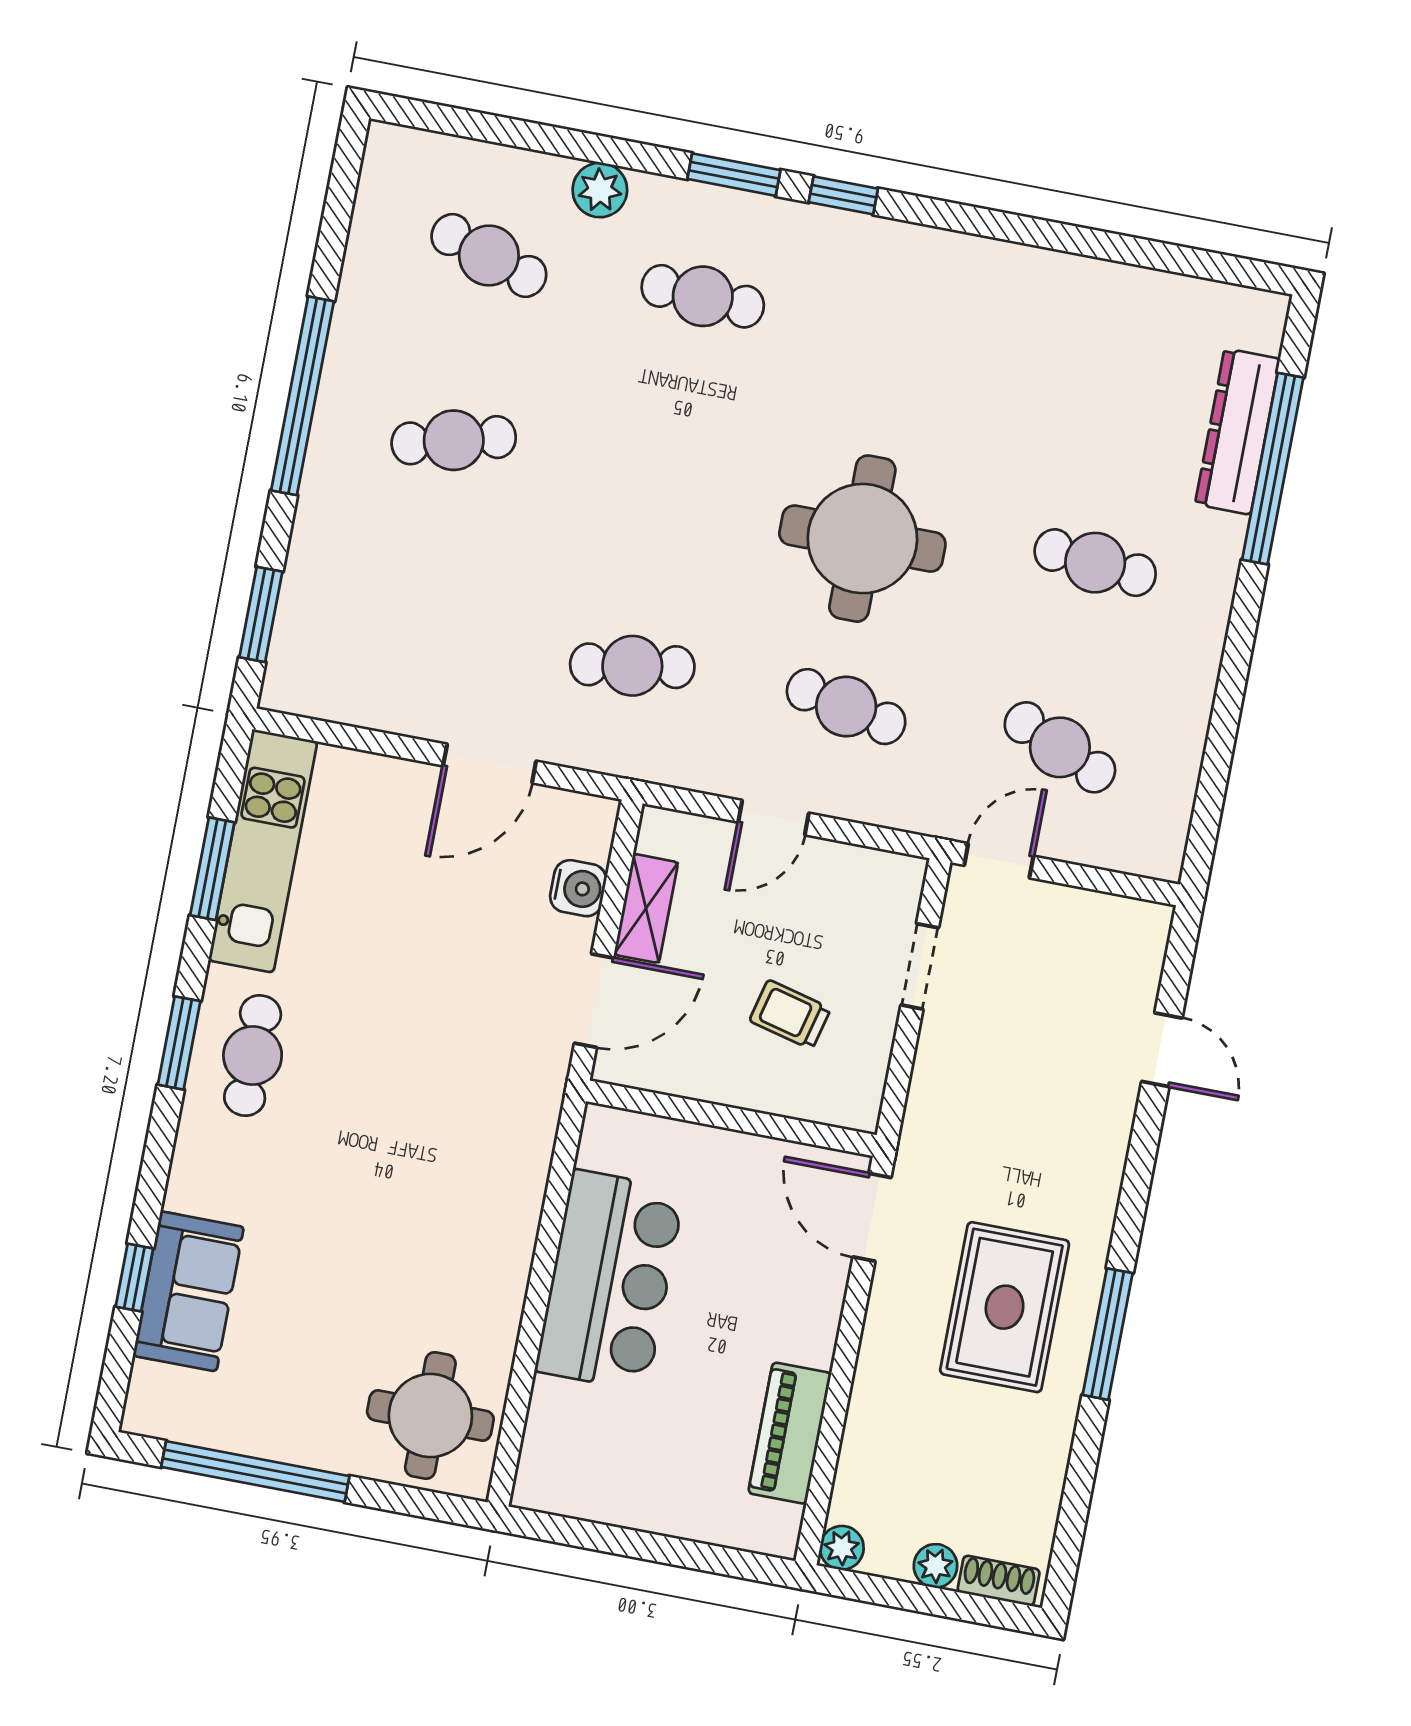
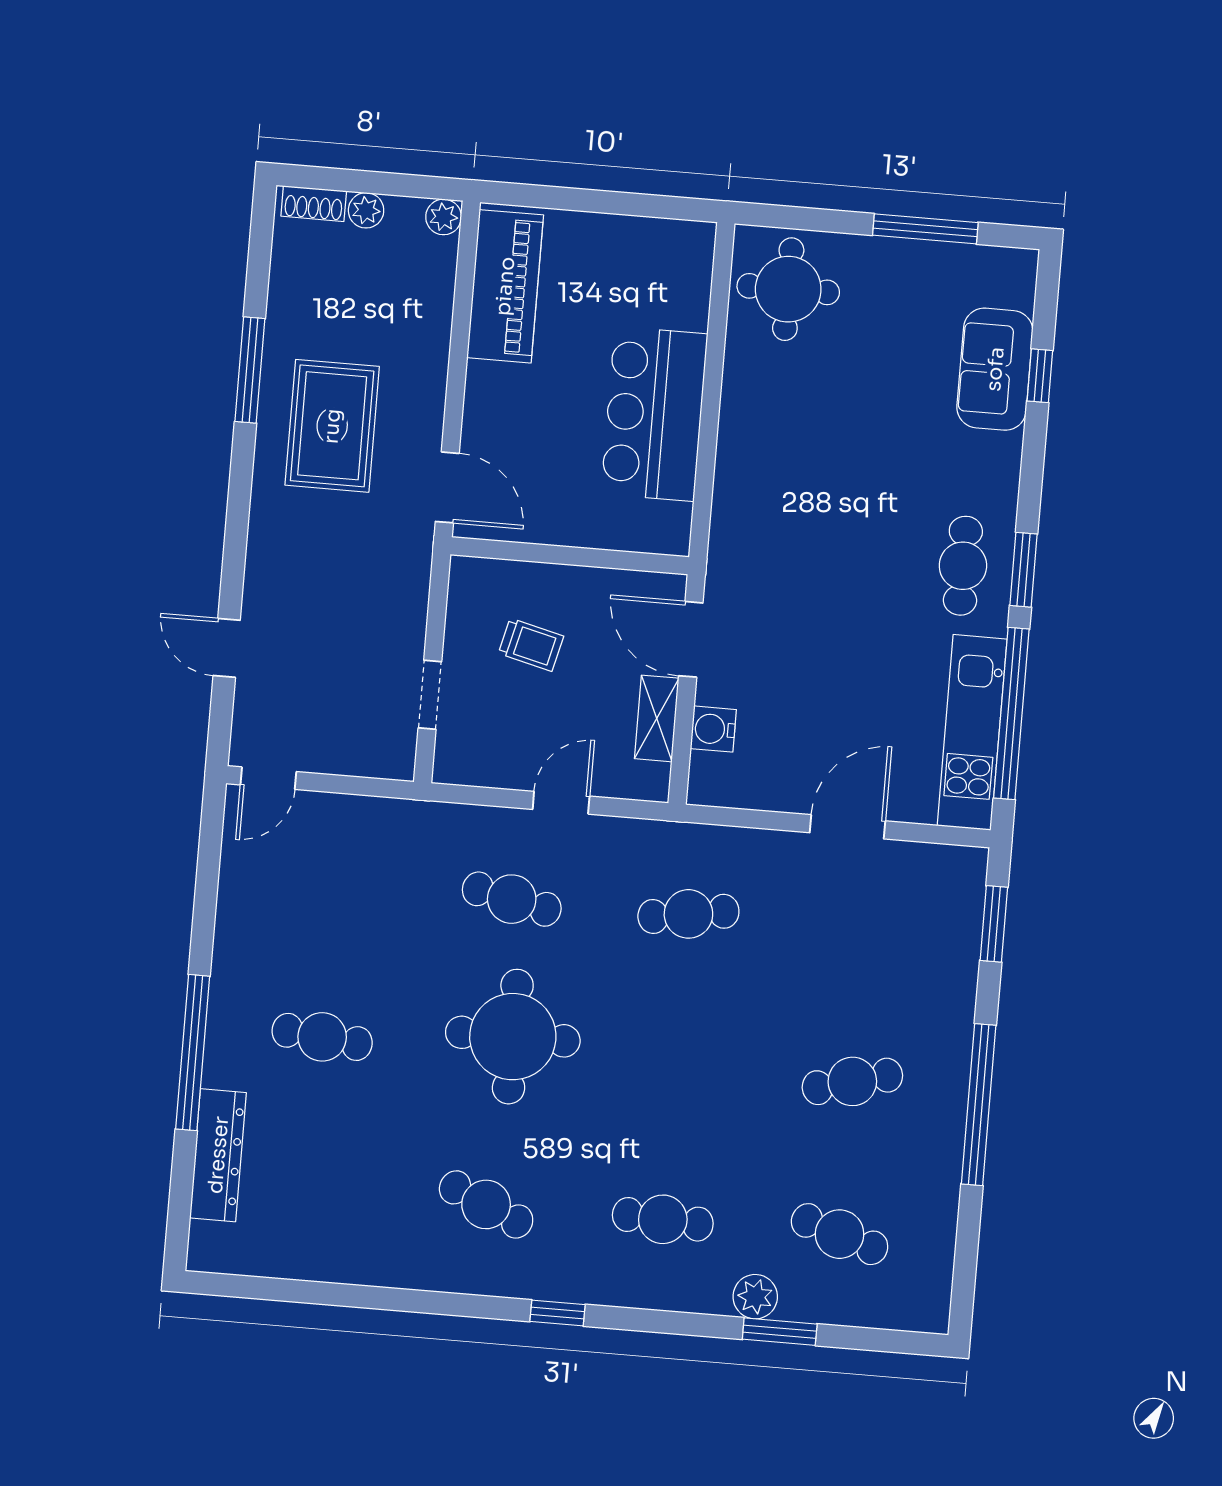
window: (734, 175) -> (780, 1332), moved
window: (1273, 469) -> (193, 1053), moved
cafe table: (1060, 747) -> (486, 1204), moved
door: (490, 764) -> (847, 827), moved
door: (999, 861) -> (268, 778), moved
window: (212, 869) -> (1011, 714), width x2.11
door: (594, 1001) -> (691, 639), hinge flipped
window: (1108, 1334) -> (250, 370), moved
piano: (790, 1433) -> (505, 286), width x1.37, depth x1.33
window: (255, 1472) -> (925, 229), width x0.68

